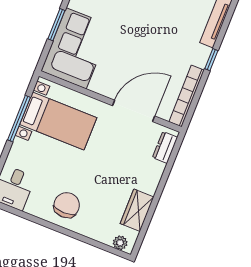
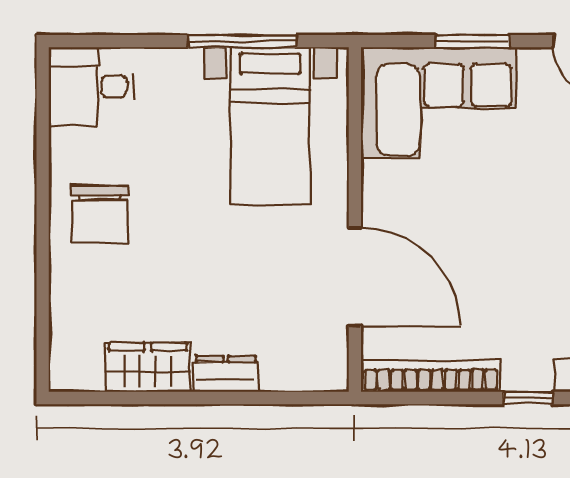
dresser: (165, 147) -> (226, 374), moved
chair: (67, 205) -> (99, 215), turned 90
plant: (120, 243) -> (65, 359), removed

